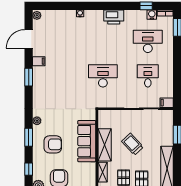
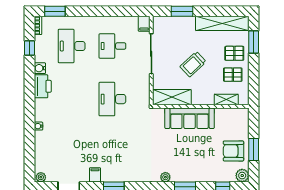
water cooler: (152, 15) -> (40, 68), moved
armchair: (53, 144) -> (193, 158), removed
shelving: (105, 145) -> (172, 97), moved

